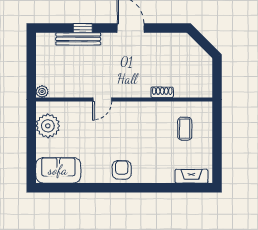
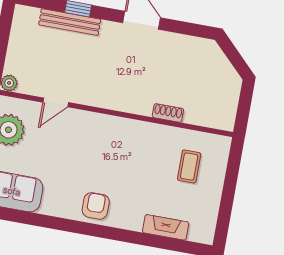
door: (102, 100) -> (56, 102), moved
fireplace: (191, 176) -> (166, 227), moved

